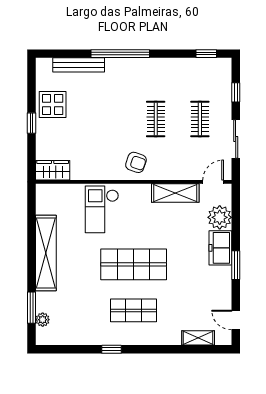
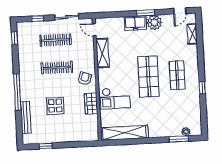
display table: (53, 105) -> (55, 106), moved
clothes rail: (156, 119) -> (57, 68), width x1.36
clothes rail: (200, 119) -> (55, 40), width x1.36
window: (32, 123) -> (46, 146), moved
wardrobe: (53, 170) -> (91, 104), moved
plant: (220, 217) -> (154, 22), moved
shelving: (46, 253) -> (124, 133), moved

